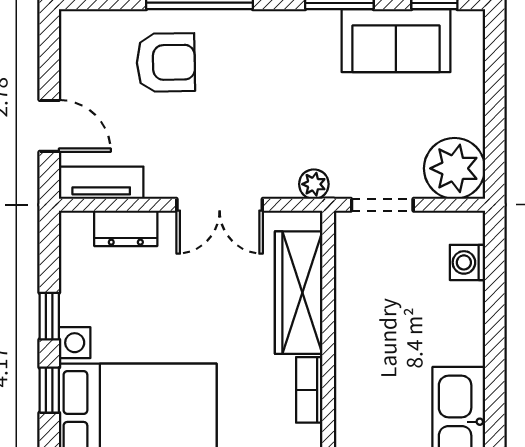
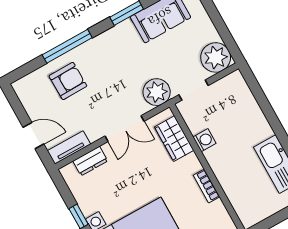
plant: (314, 184) -> (157, 92), width x1.88, depth x1.88
washing machine: (467, 262) -> (204, 140), moved, turned 180
wardrobe: (299, 293) -> (174, 139), width x0.67

